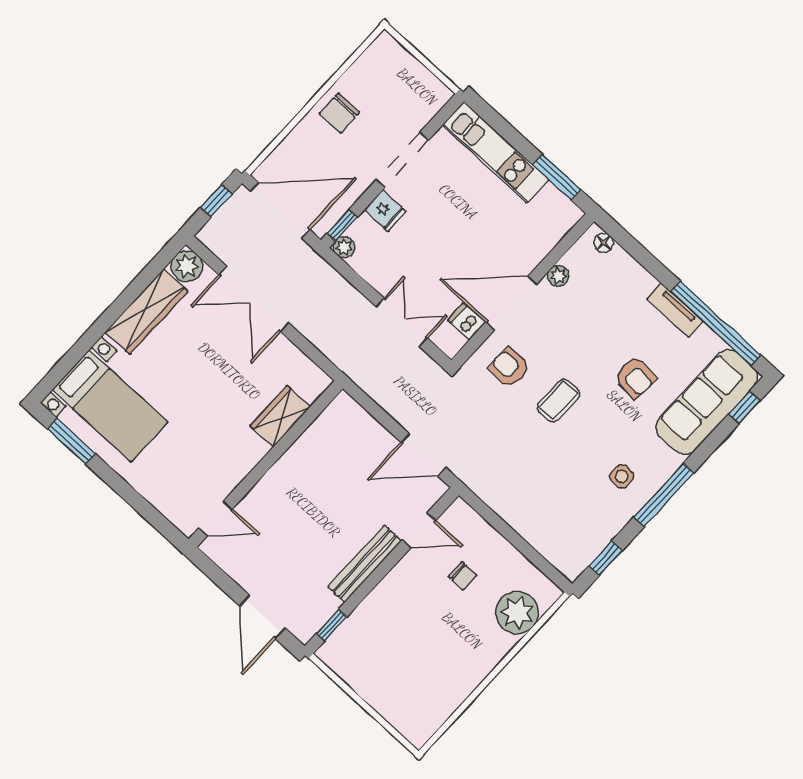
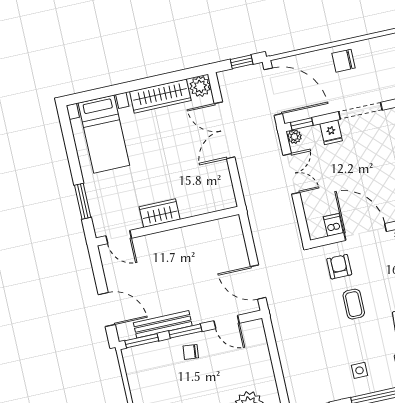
double door: (402, 322) -> (291, 174), moved
coffee table: (558, 401) -> (354, 304), turned 90
wardrobe: (280, 416) -> (160, 213), moved
window: (71, 441) -> (83, 201), moved
bench: (365, 564) -> (163, 324), moved
window: (376, 576) -> (185, 331), added
chair: (463, 576) -> (191, 352), moved, turned 96
door: (262, 617) -> (107, 309), swing flipped
window: (332, 625) -> (142, 341), width x1.50

